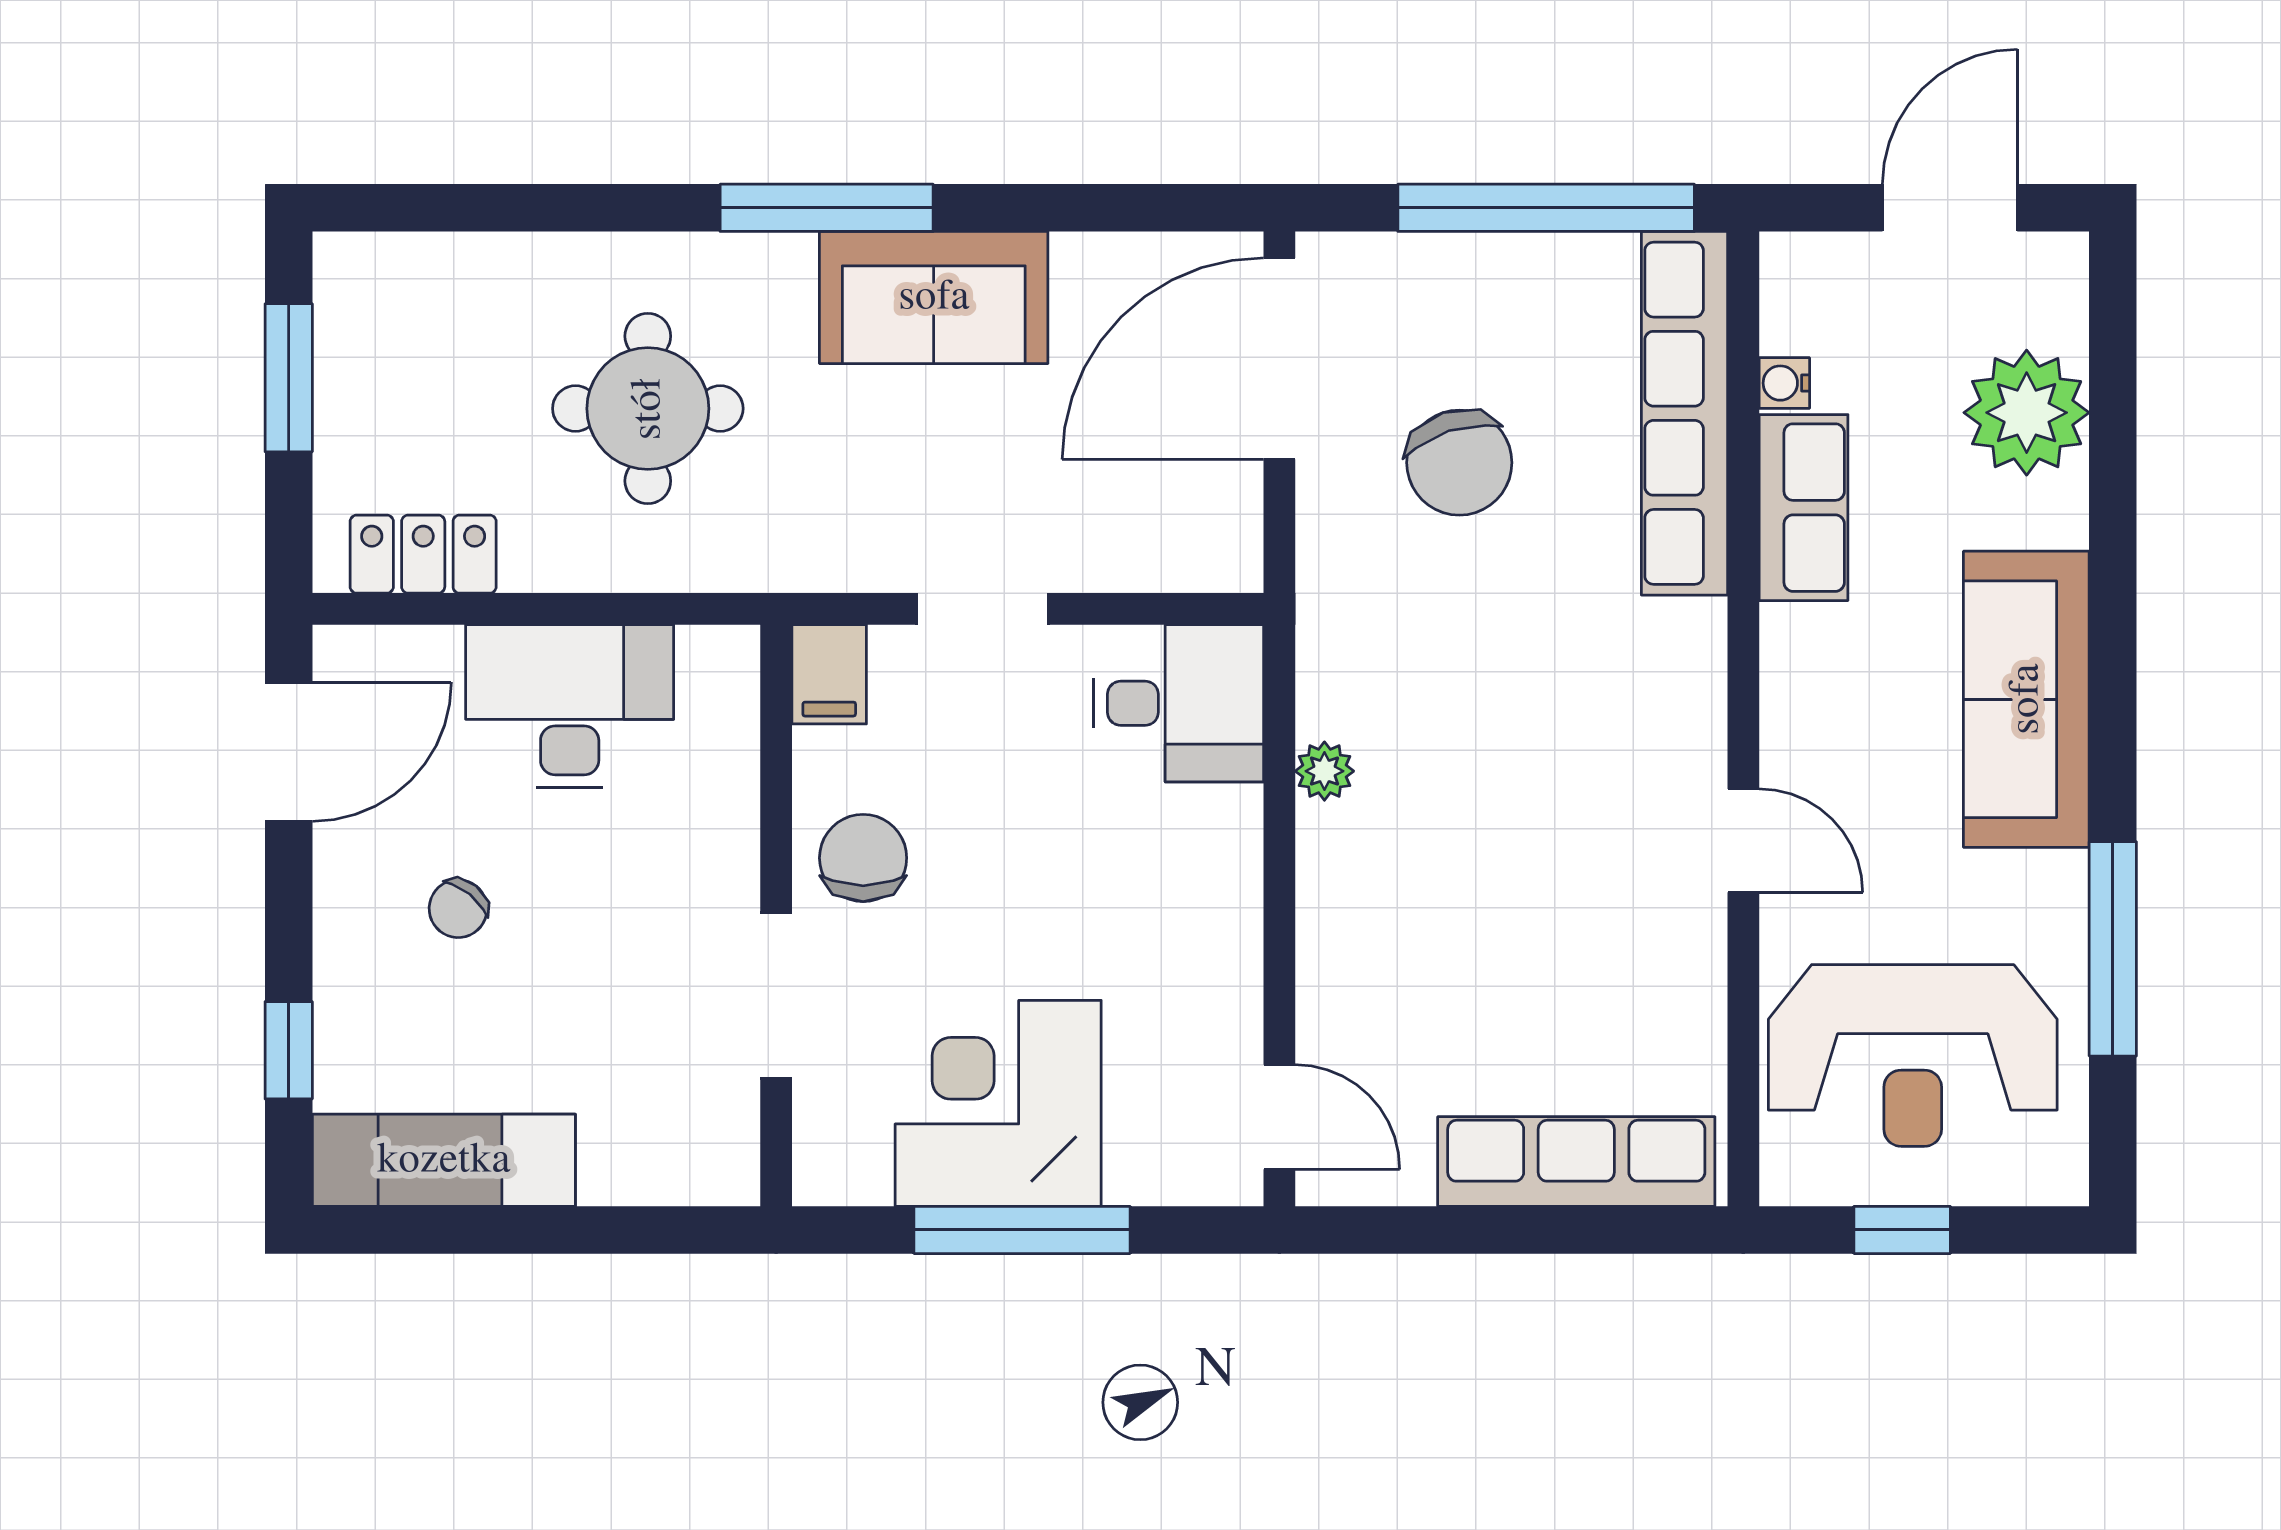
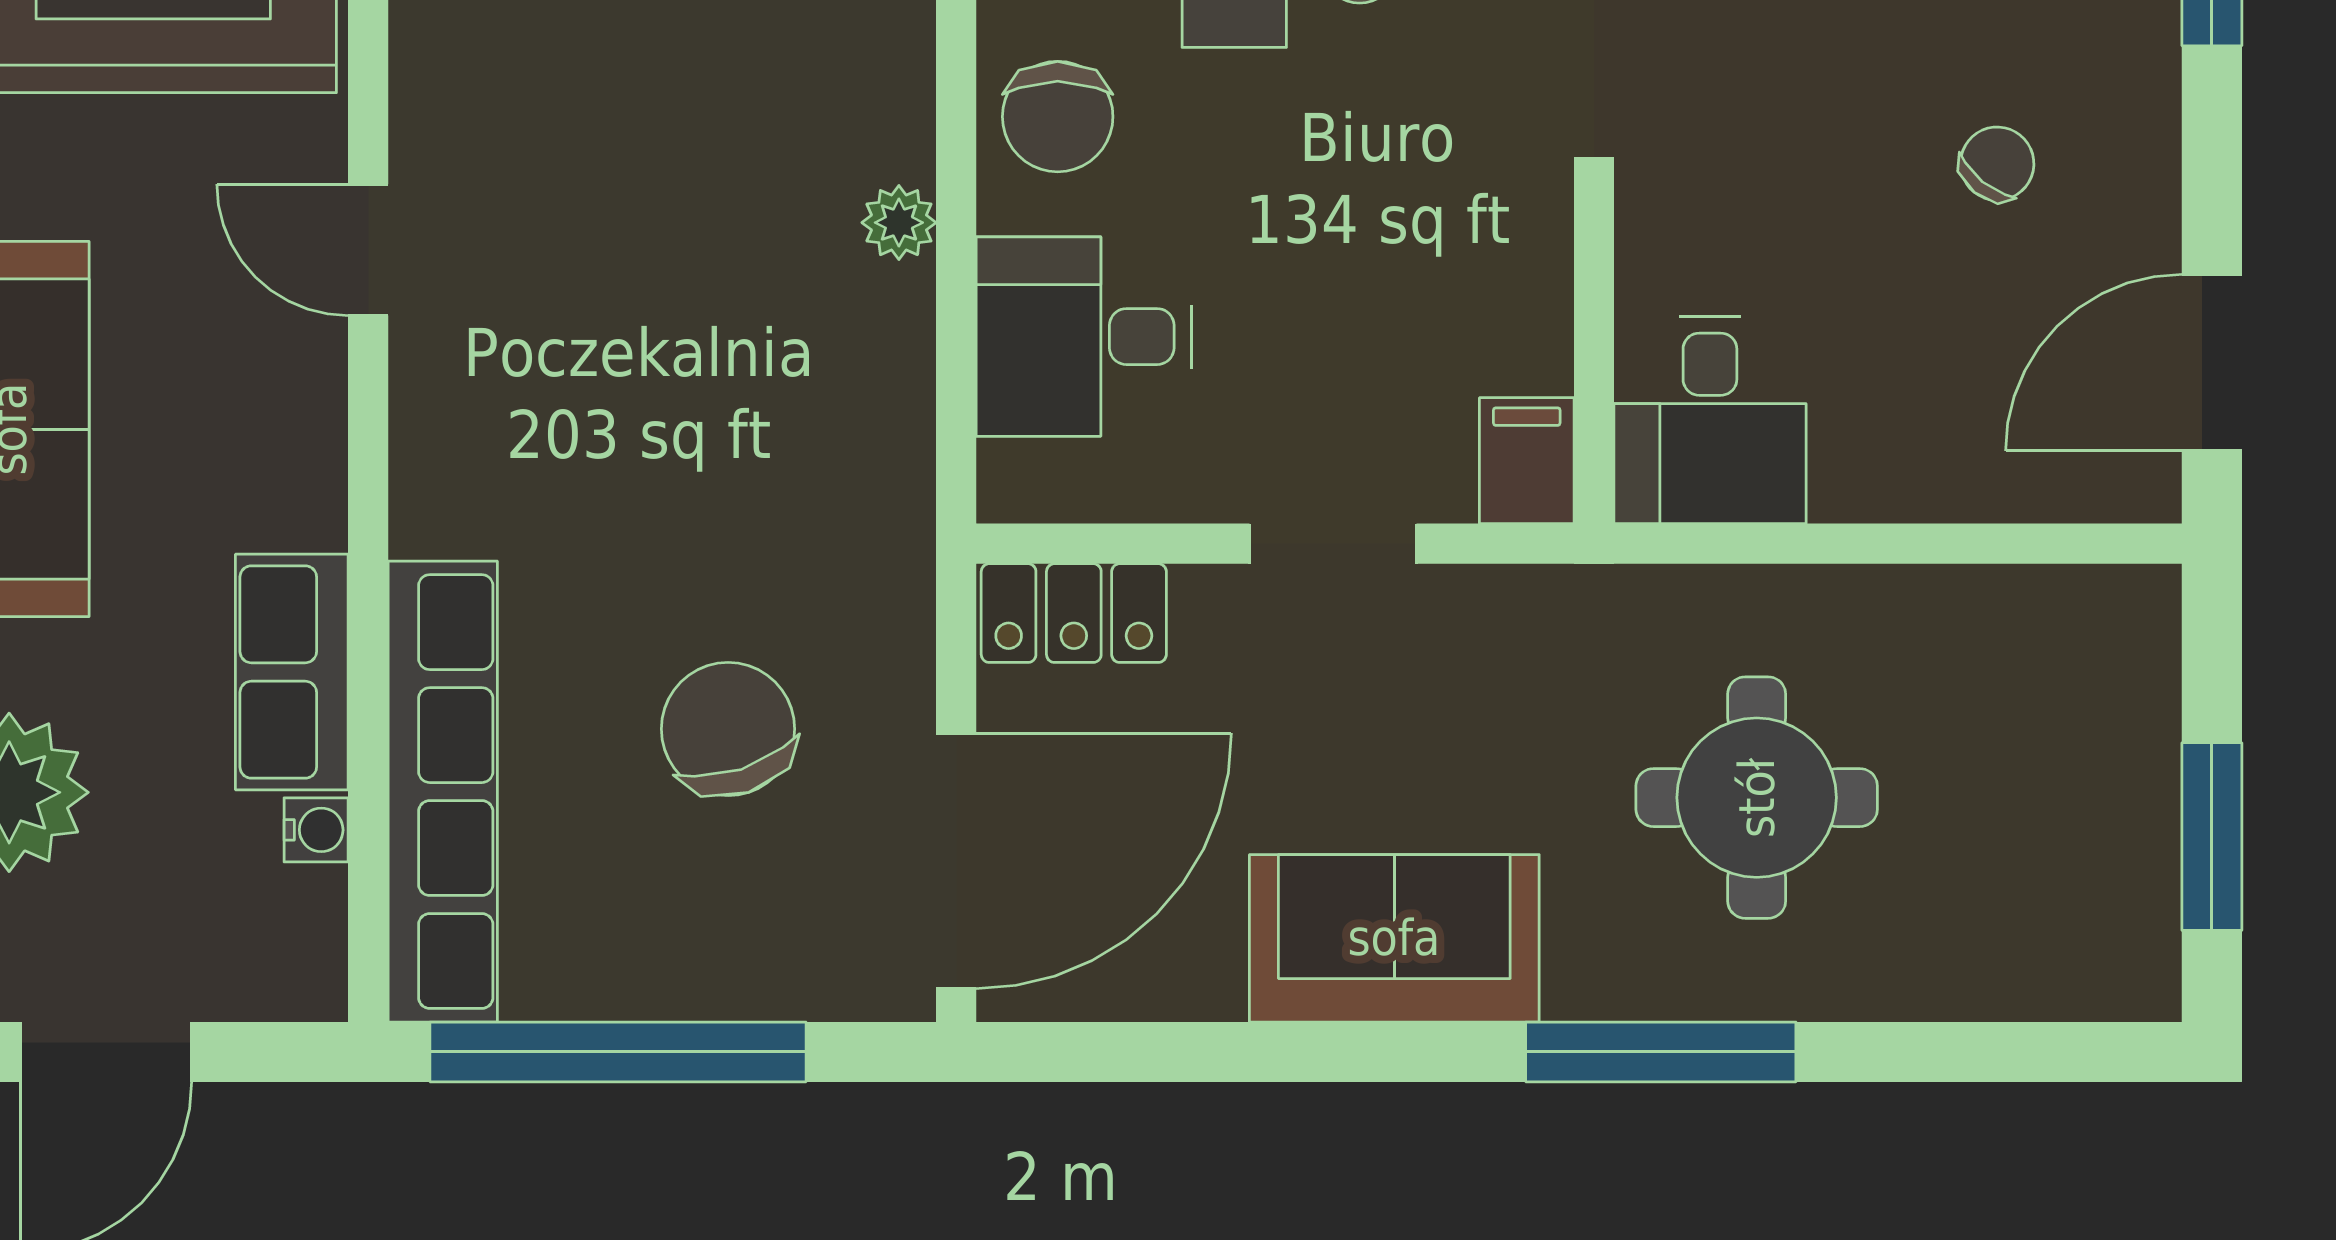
window: (827, 208) -> (1661, 1052), moved
locker: (423, 554) -> (1074, 613), moved
desk: (1179, 703) -> (1084, 337), moved
desk: (570, 706) -> (1710, 420), moved, width x0.73
plant: (1324, 771) -> (899, 223), moved
chair: (863, 858) -> (1058, 117), moved

